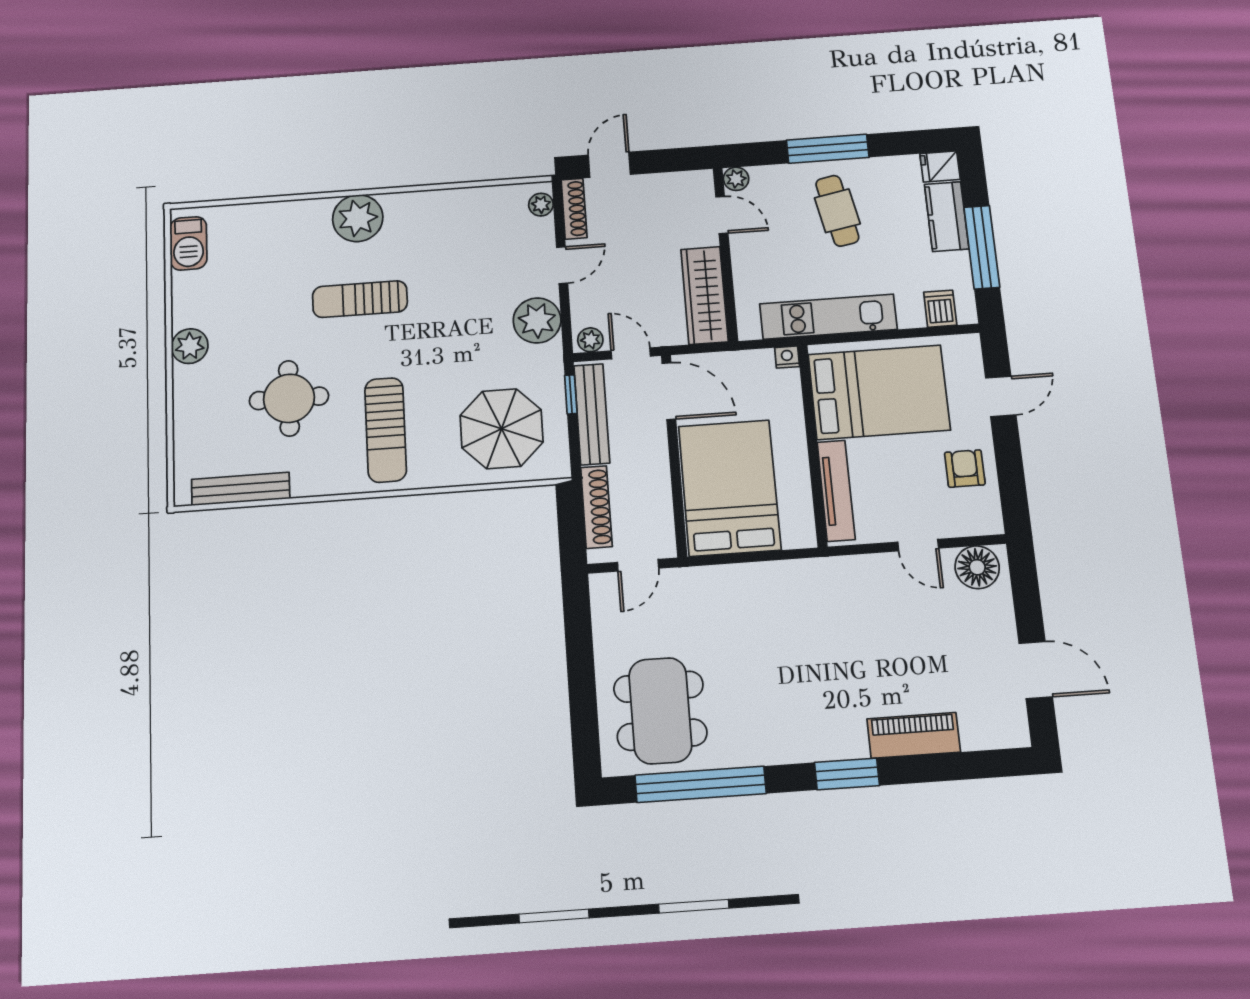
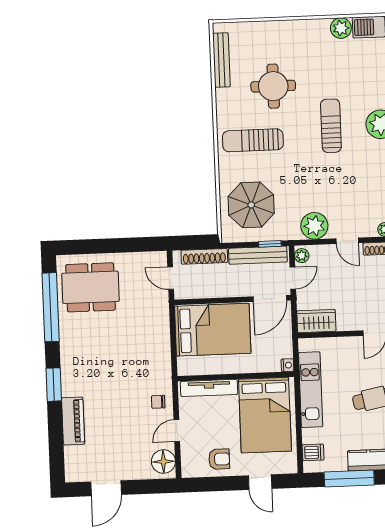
wardrobe: (705, 295) -> (316, 321), width x0.67
plant: (190, 346) -> (341, 28), moved
chair: (867, 580) -> (158, 402), added

